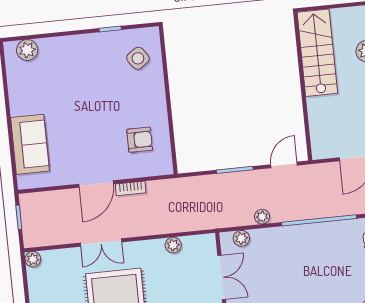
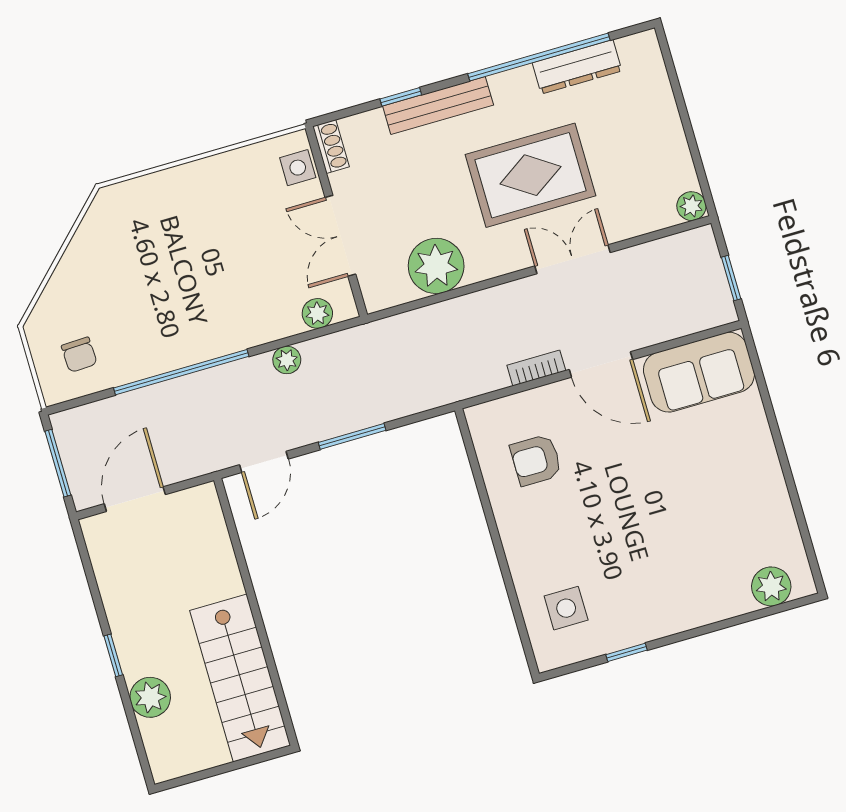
side table: (138, 58) -> (566, 608), turned 36
sofa: (30, 144) -> (699, 372), moved, turned -90
door: (96, 184) -> (601, 365), swing flipped
plant: (173, 245) -> (436, 266), width x1.88, depth x1.88

